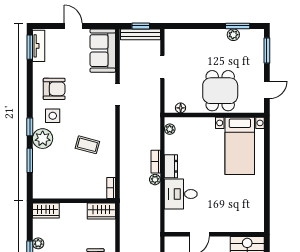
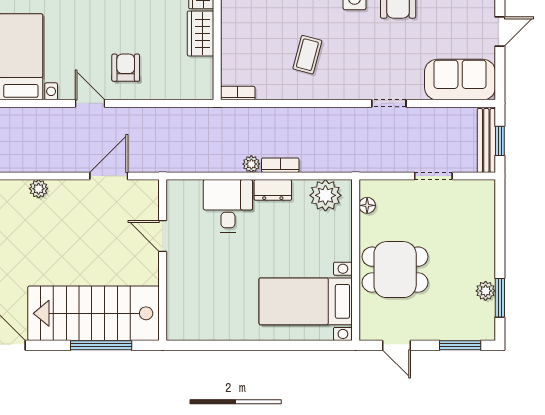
plant: (170, 129) -> (325, 195), width x1.88, depth x1.88
wardrobe: (101, 211) -> (201, 33), moved

